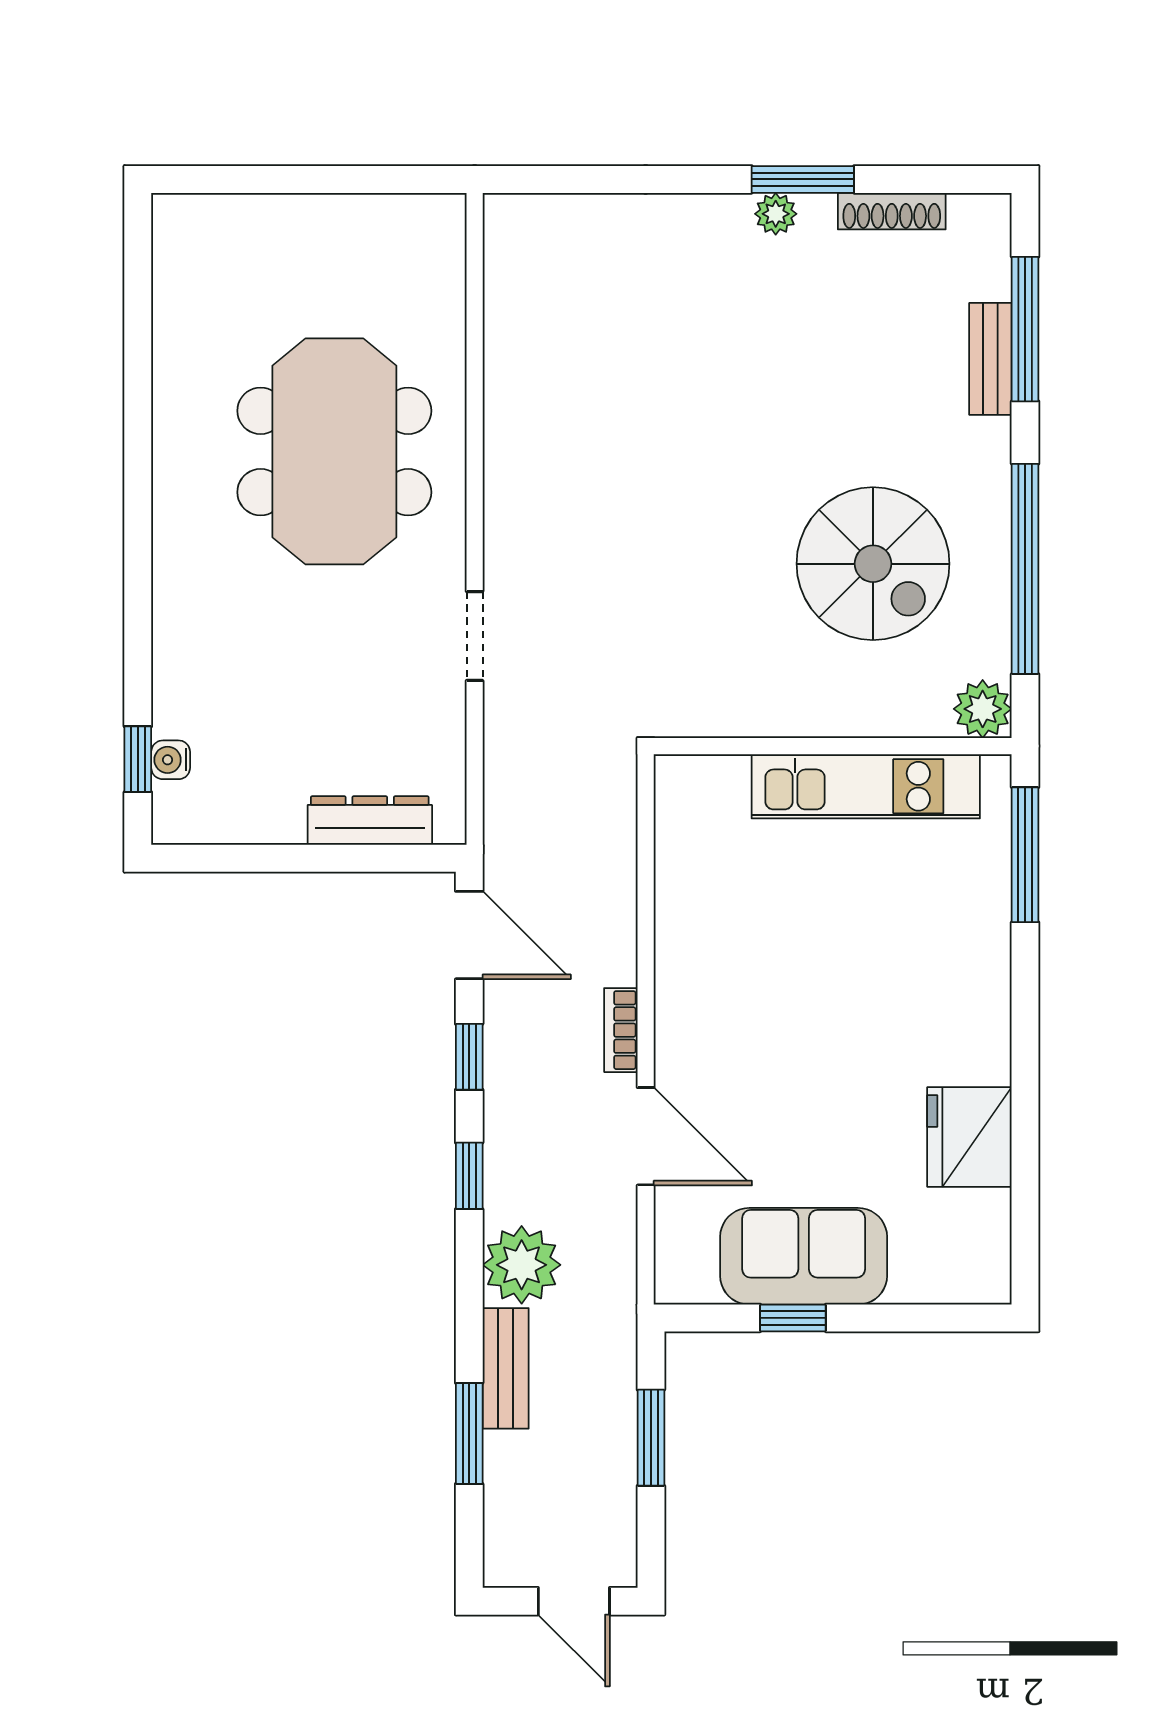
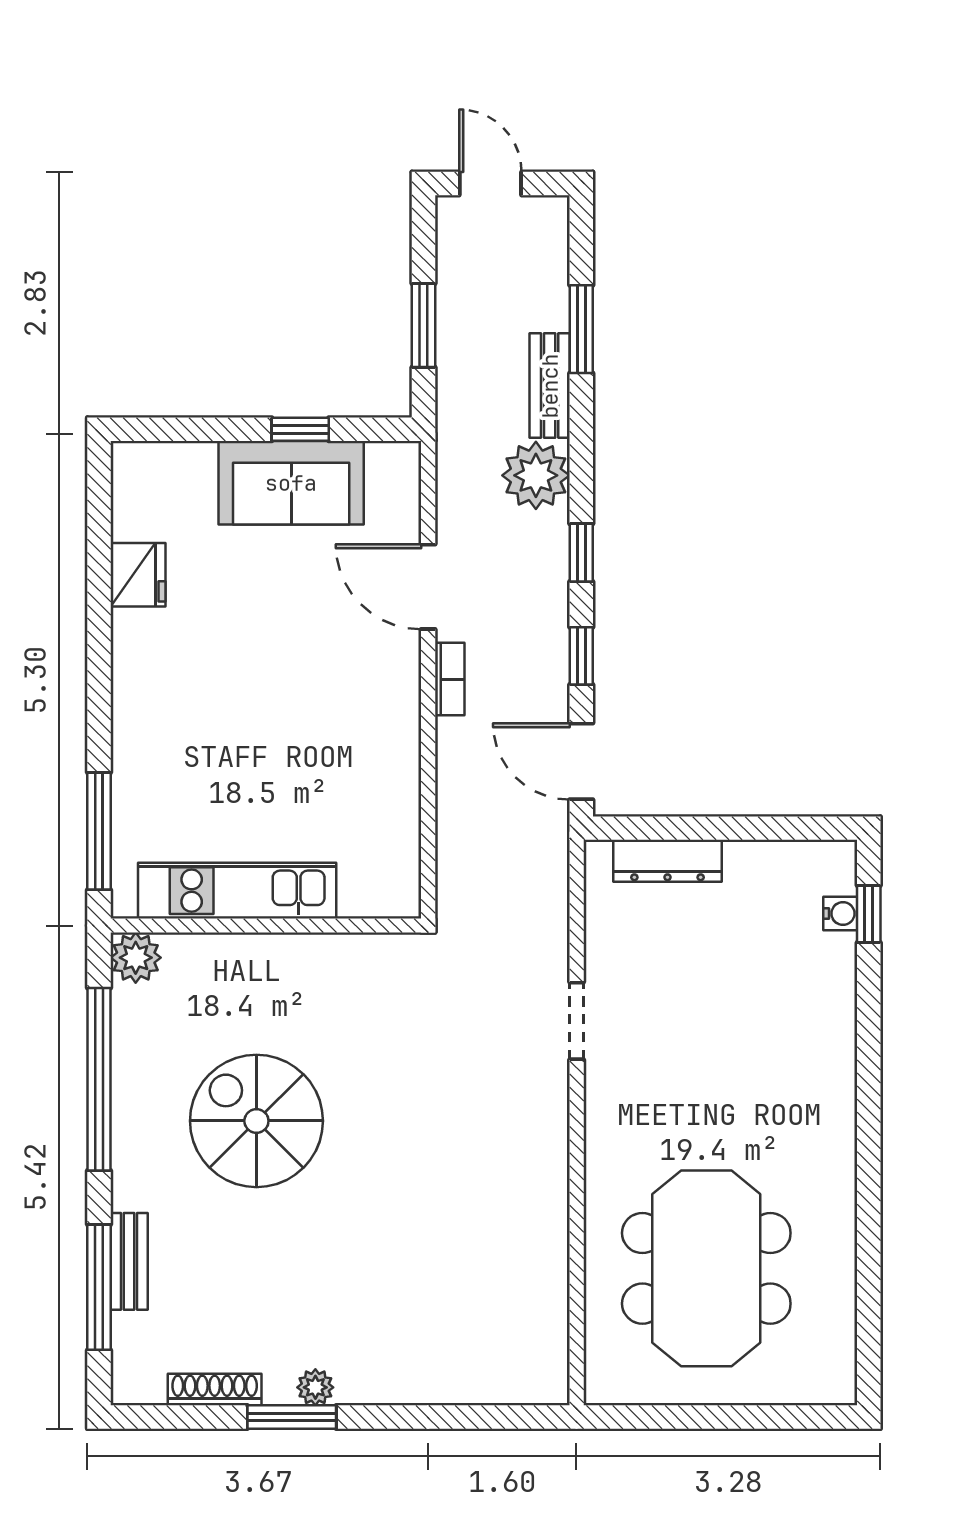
meeting table: (334, 451) -> (706, 1268), moved
spiral stairs: (873, 564) -> (256, 1121), moved
fridge: (969, 1137) -> (138, 575), width x0.73, depth x0.75

